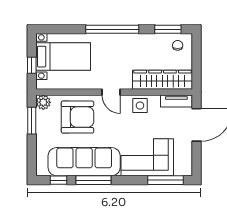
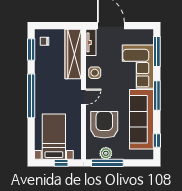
plant: (43, 102) -> (106, 153), moved
window: (32, 121) -> (107, 163), width x1.44
window: (94, 180) -> (157, 95), moved

